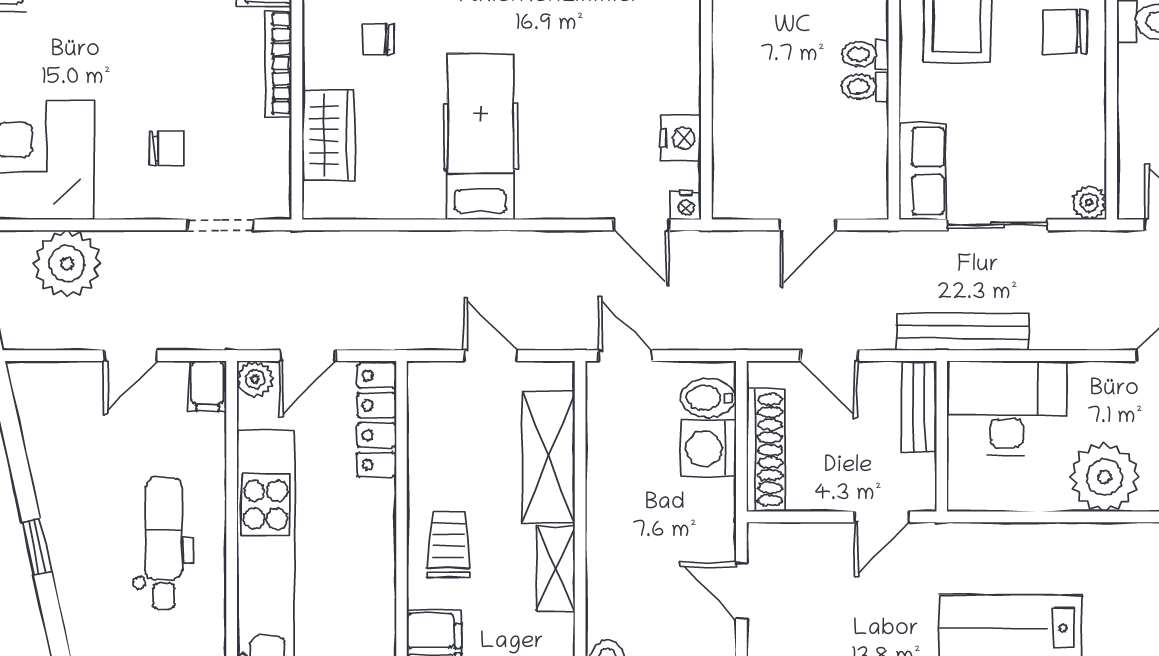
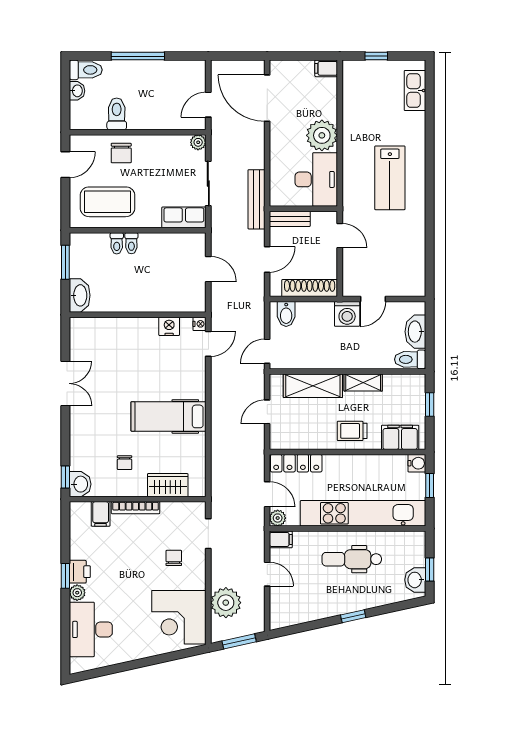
toilet: (865, 87) -> (117, 243), moved
desk: (1007, 408) -> (316, 179), moved, turned 180
washing machine: (708, 449) -> (347, 314), moved

